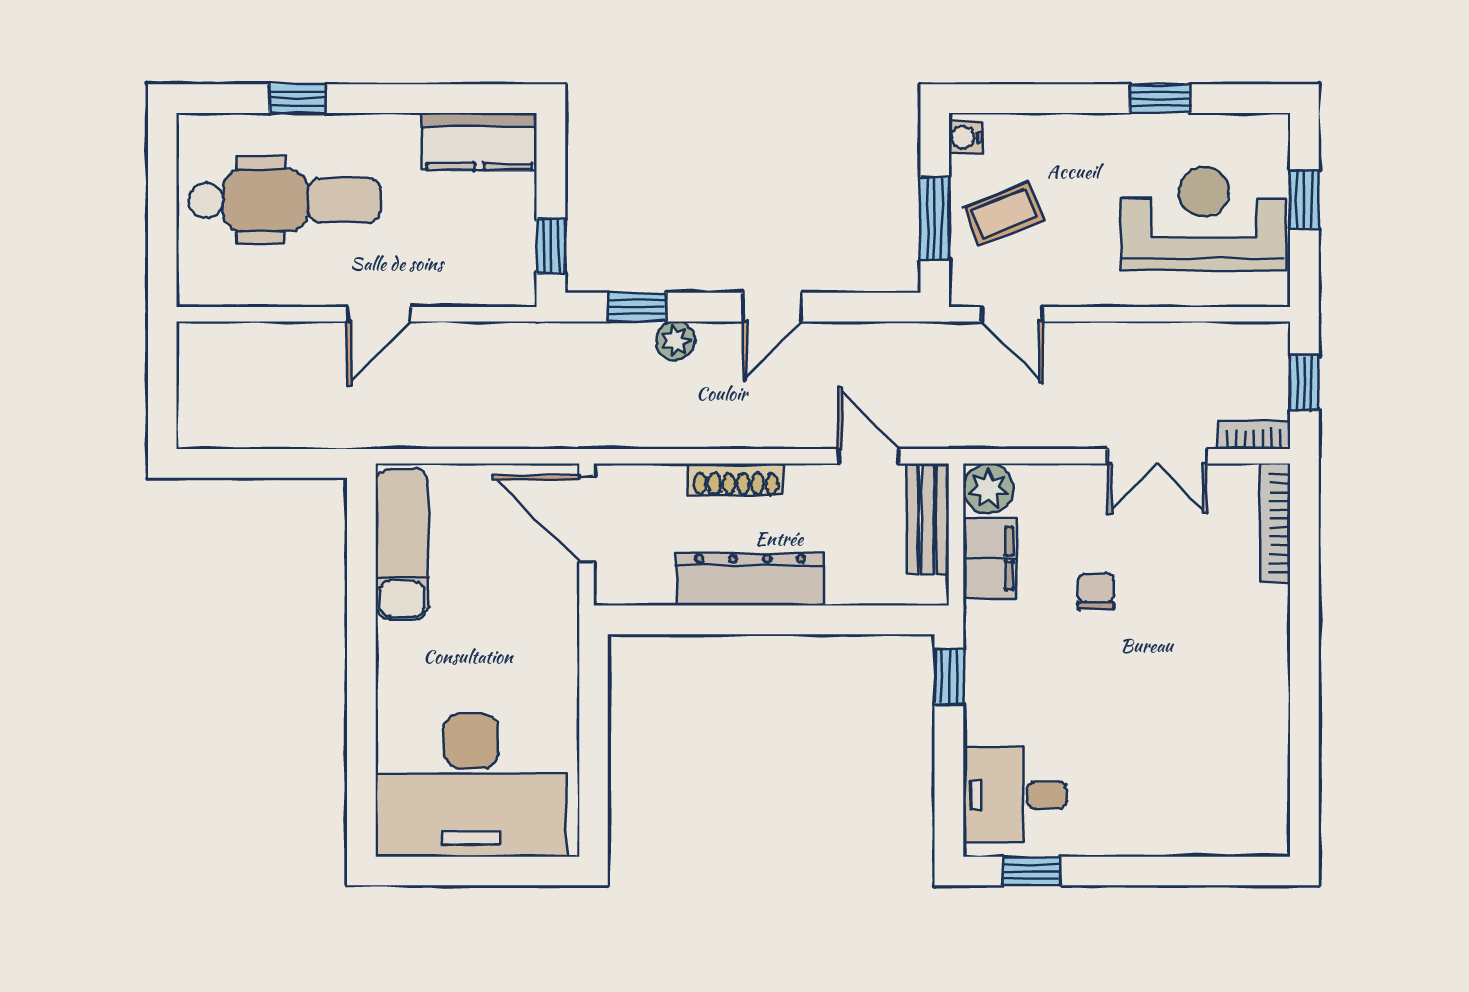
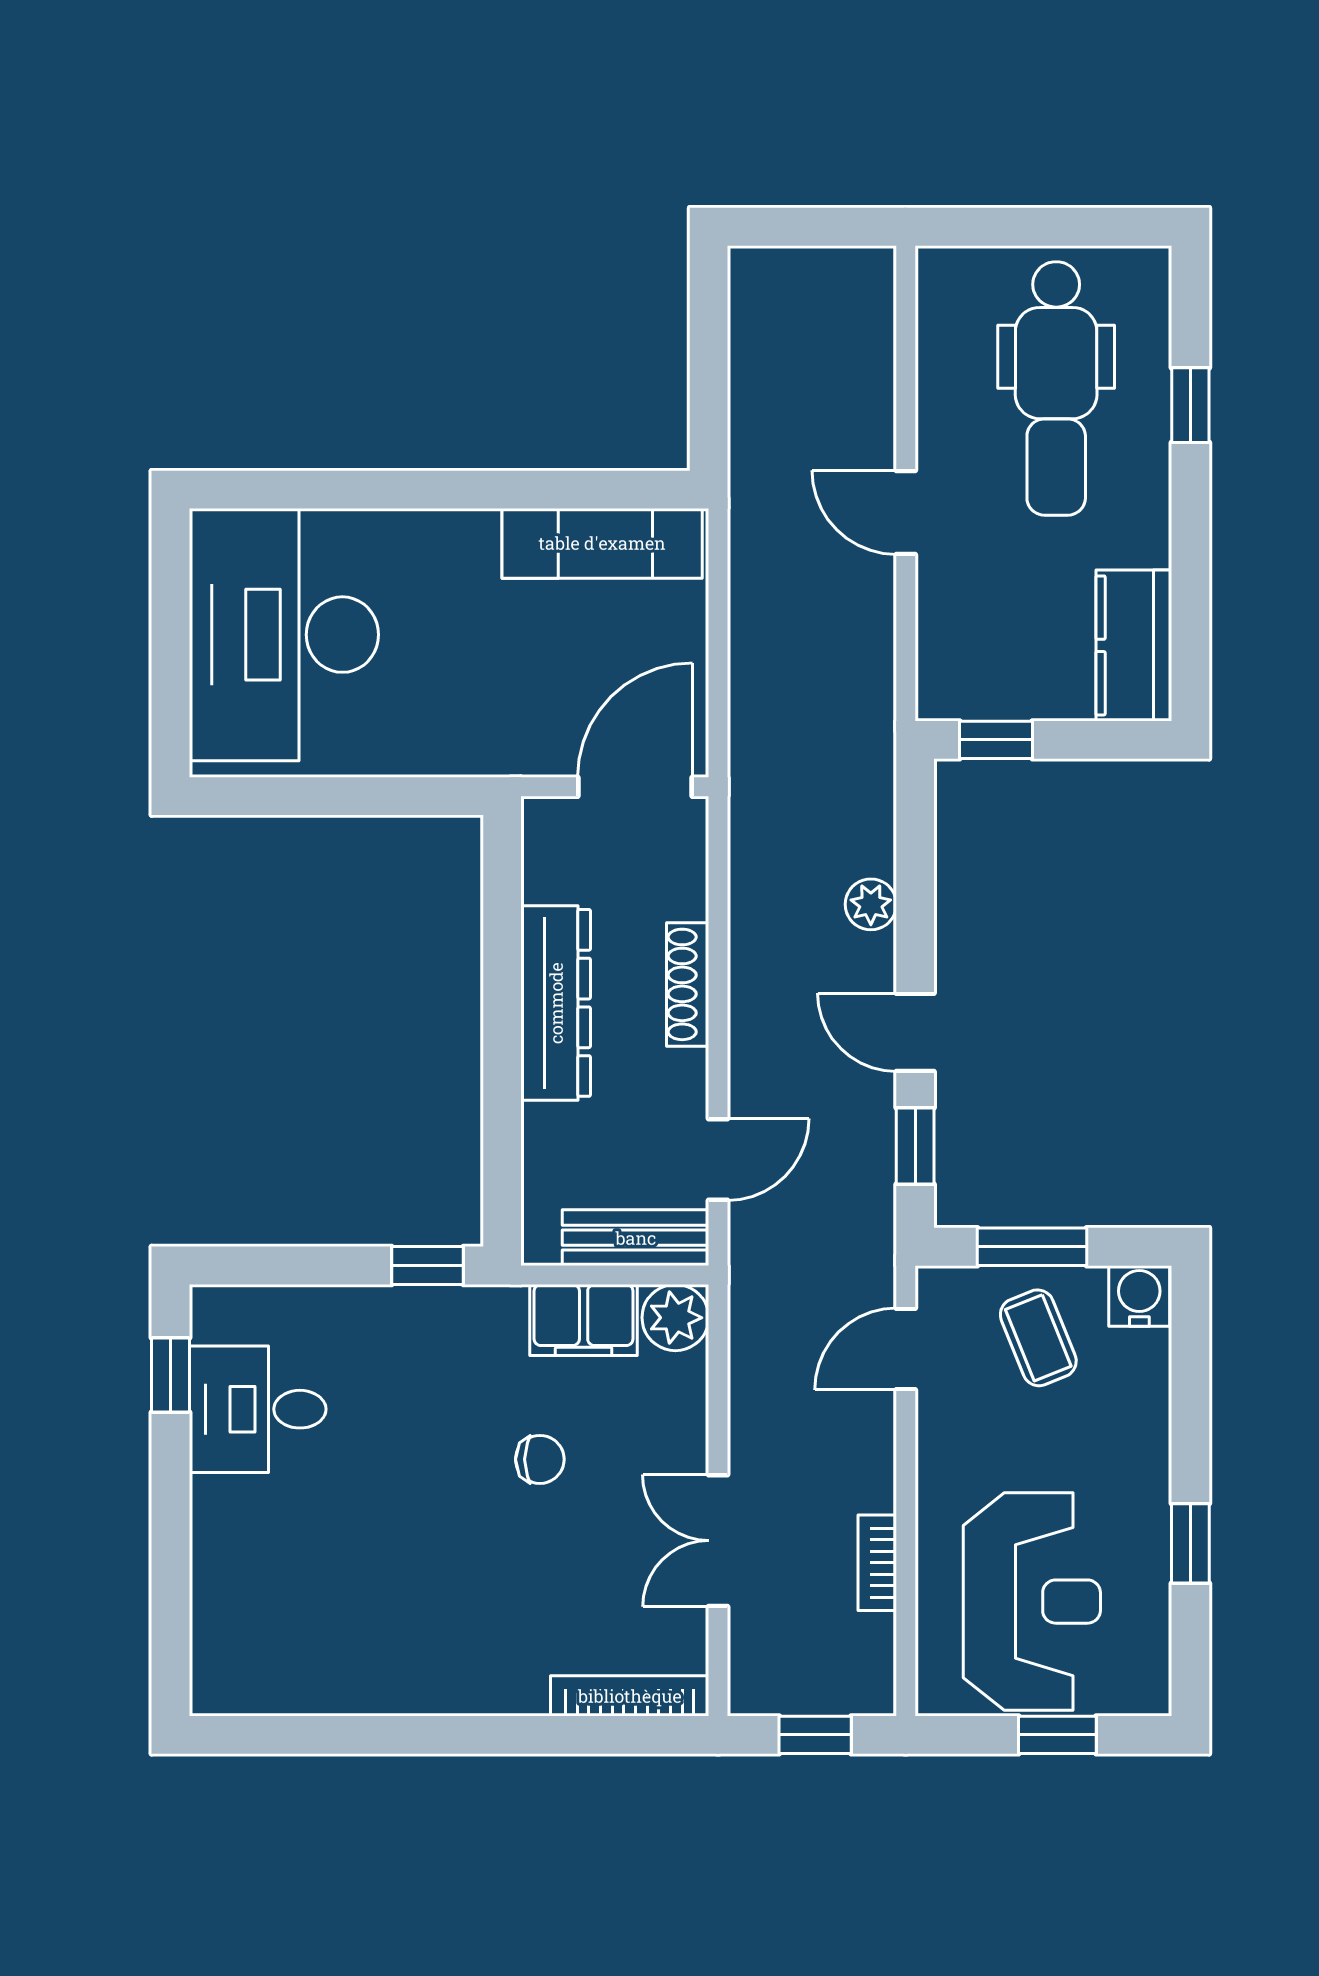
water cooler: (966, 137) -> (1139, 1296), width x1.38, depth x1.38
window: (637, 307) -> (915, 1146), moved
bookcase: (1254, 435) -> (877, 1563), moved, turned 180
desk: (1015, 795) -> (258, 1409), moved, turned -90

